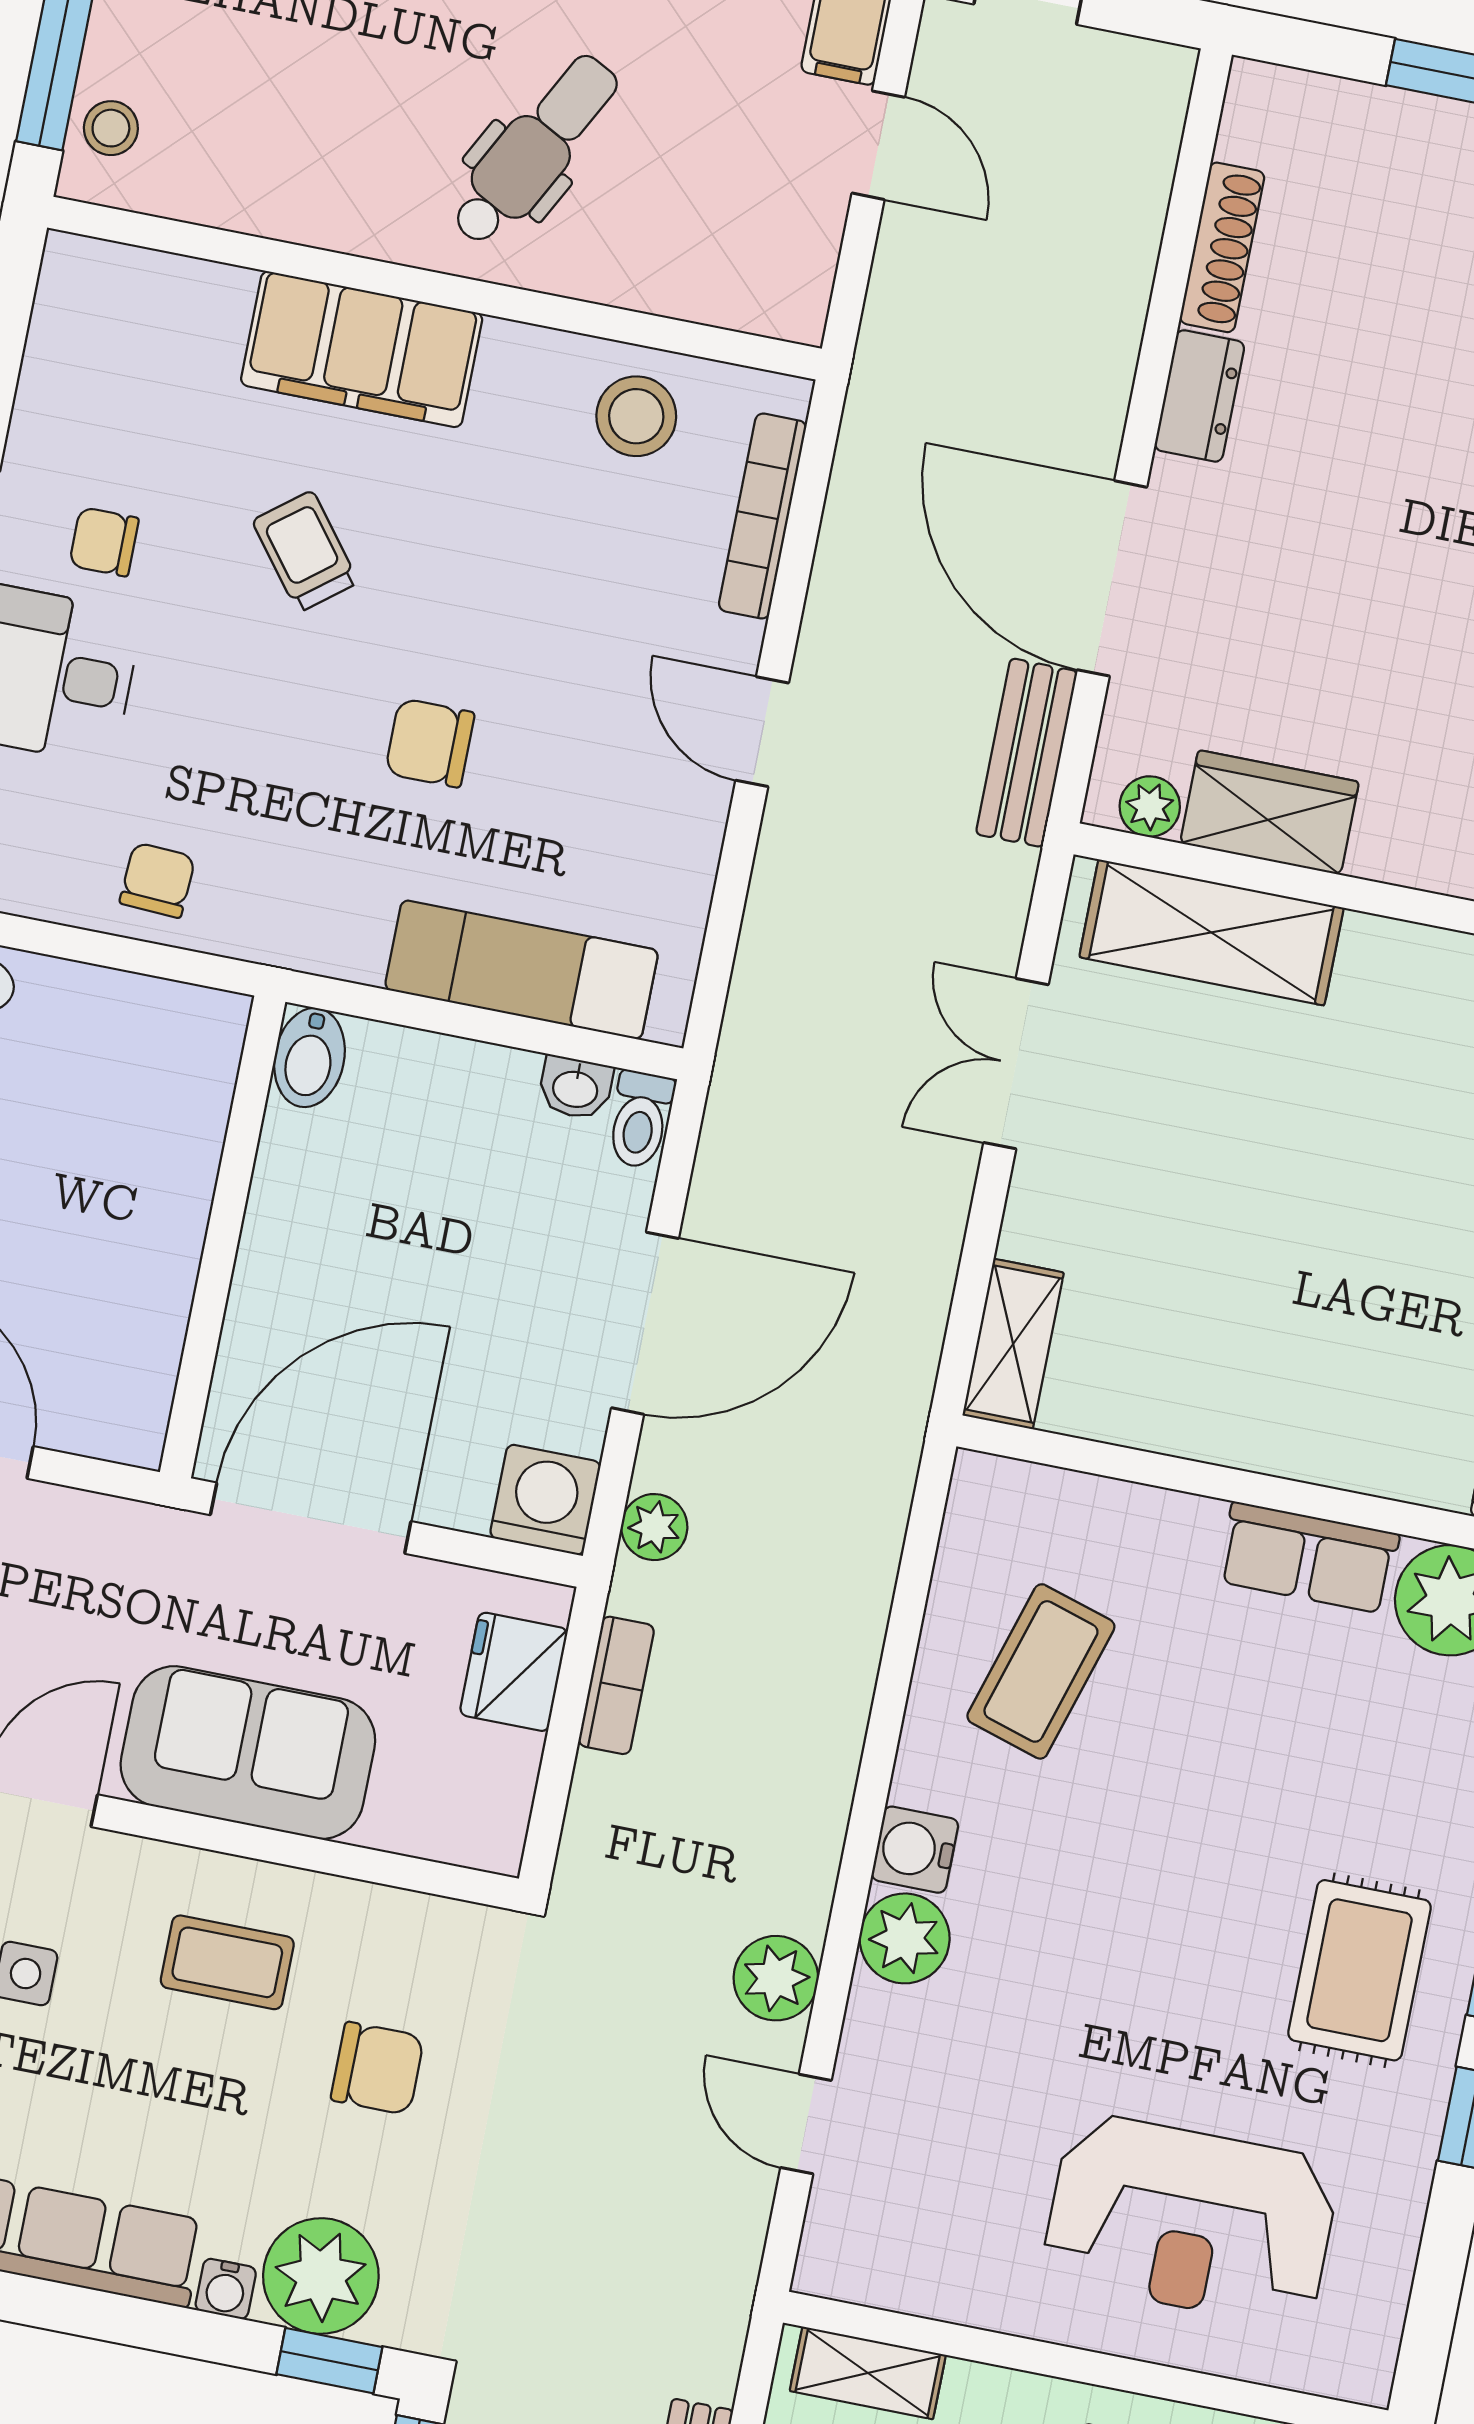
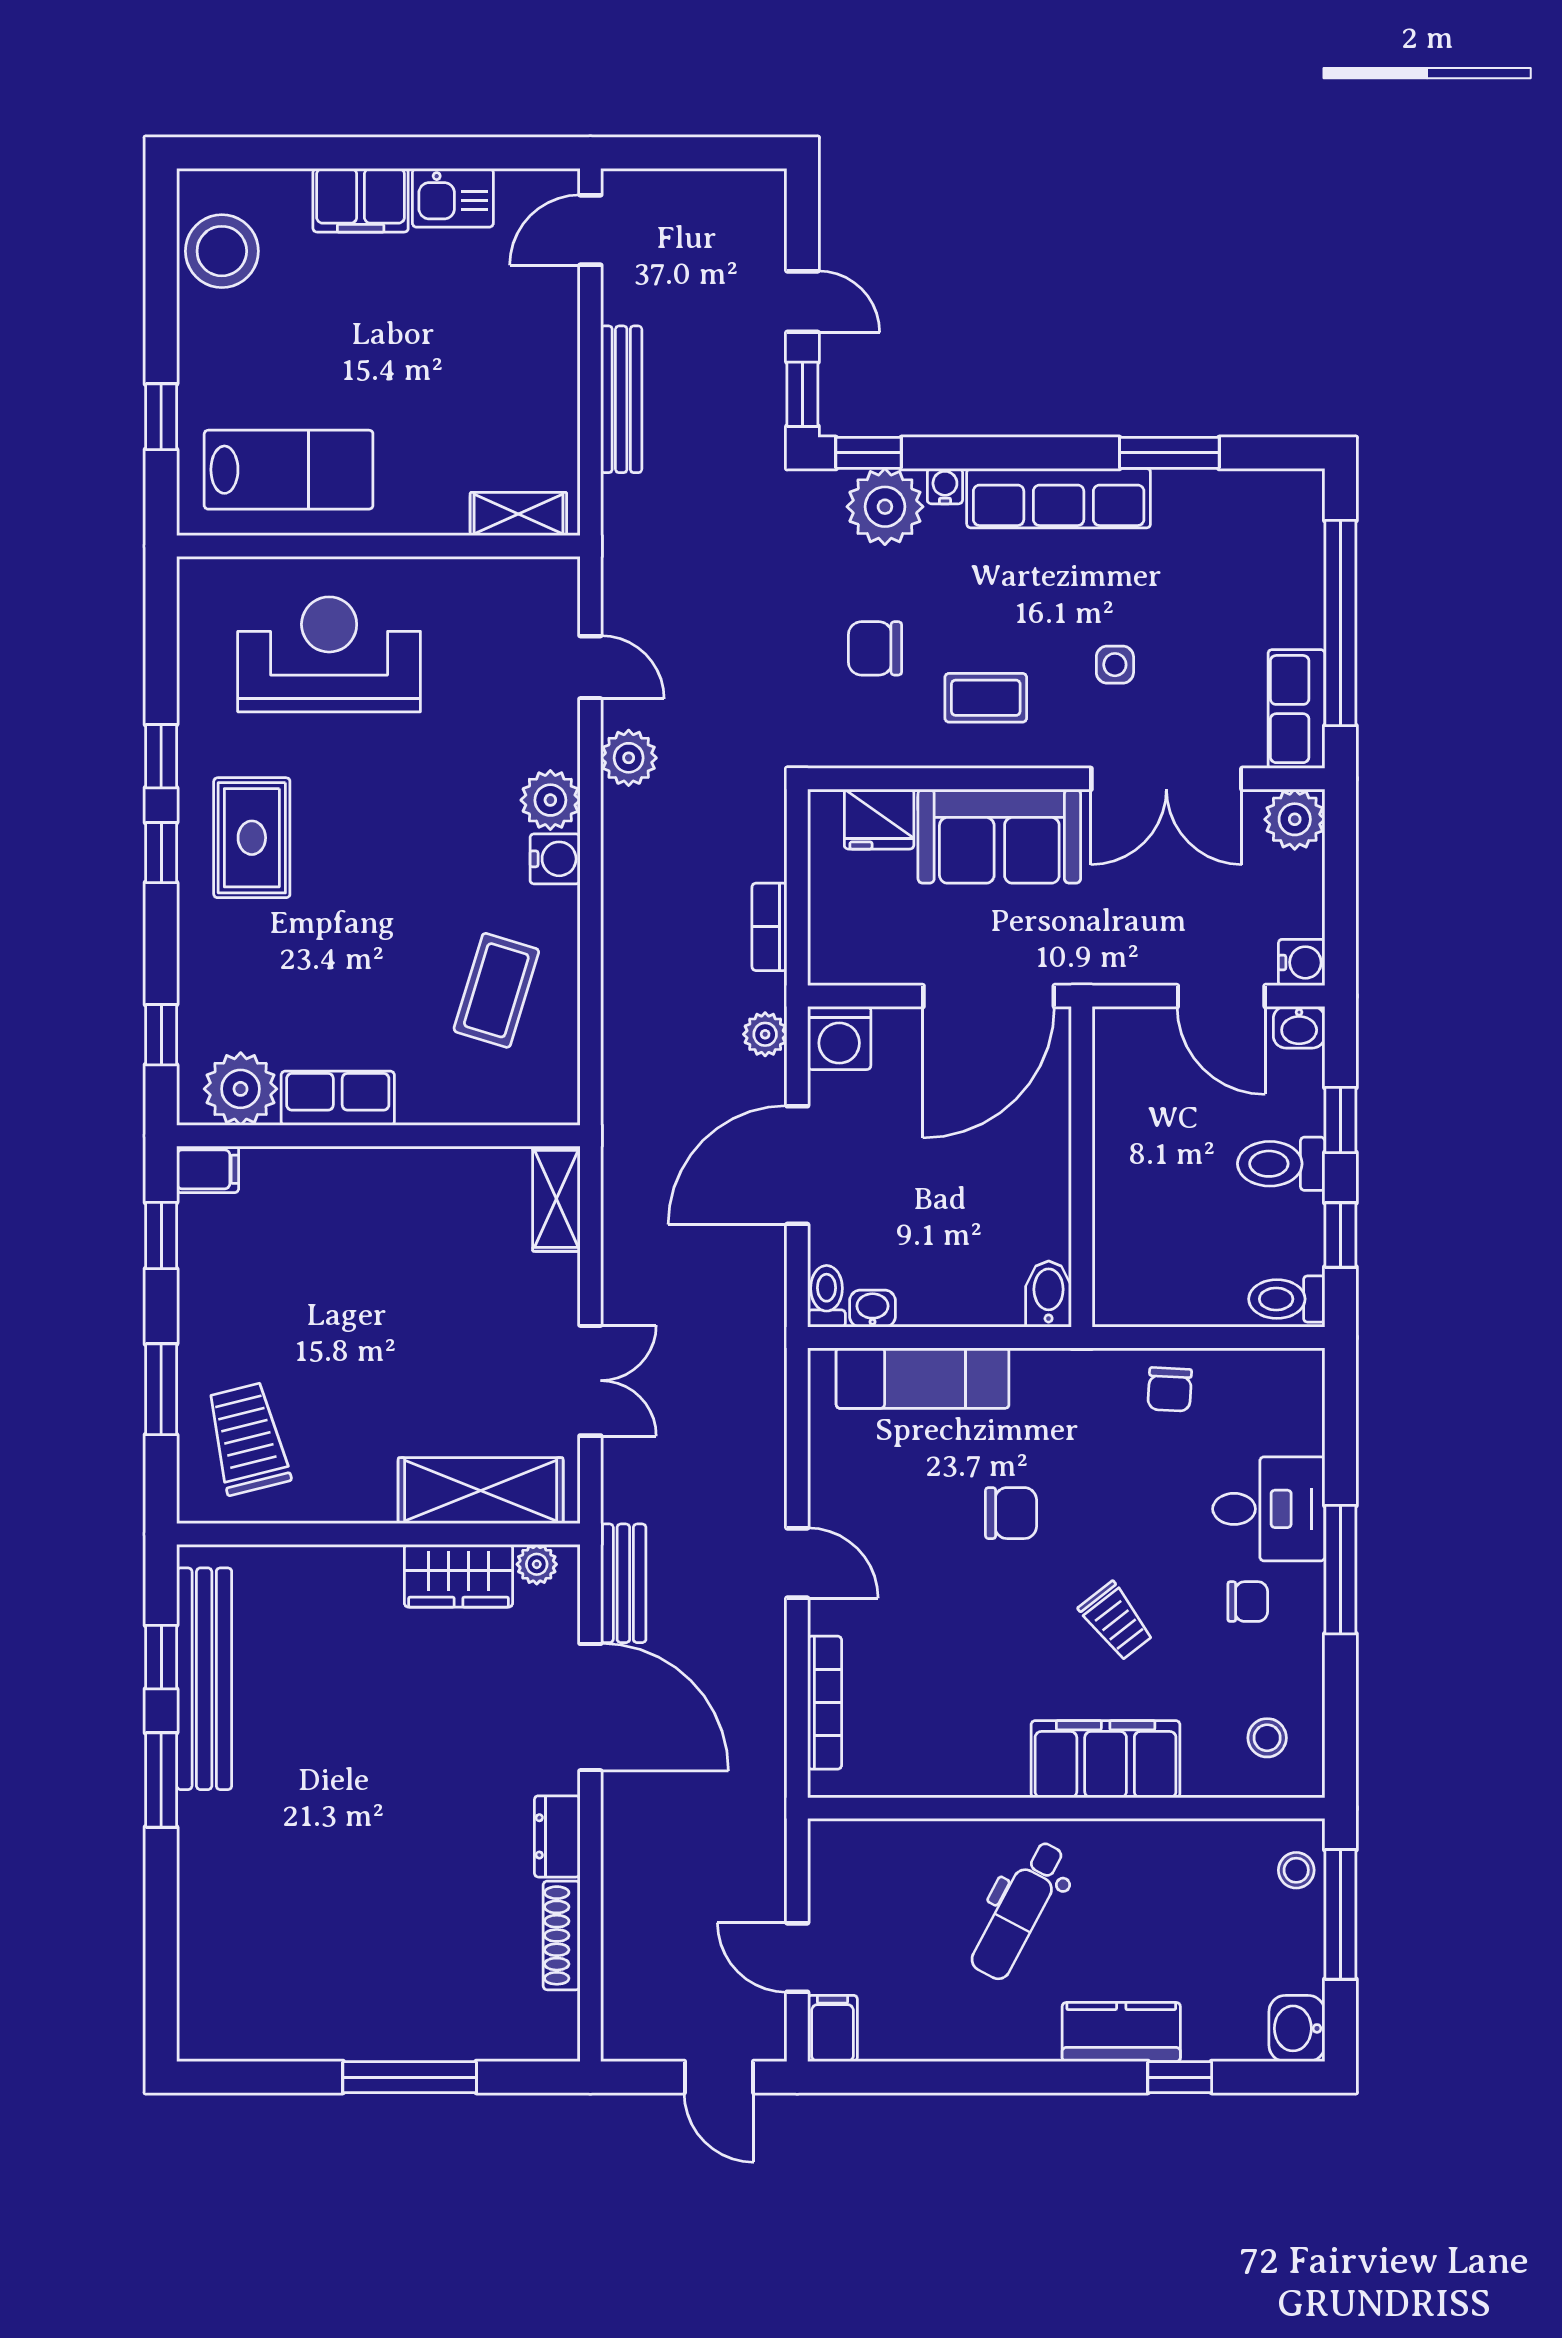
stool: (636, 416) -> (1267, 1738), moved, width x0.73, depth x0.73
fridge: (514, 1672) -> (879, 819), moved, turned 90

